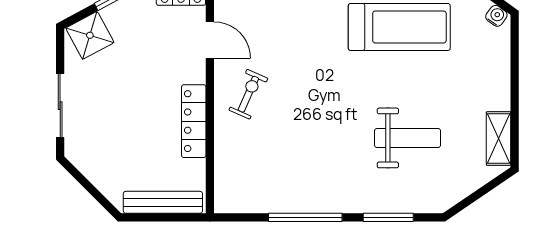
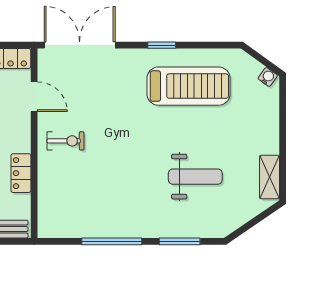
exercise bike: (248, 94) -> (66, 141), turned 66
locker: (194, 121) -> (21, 173), width x0.66

